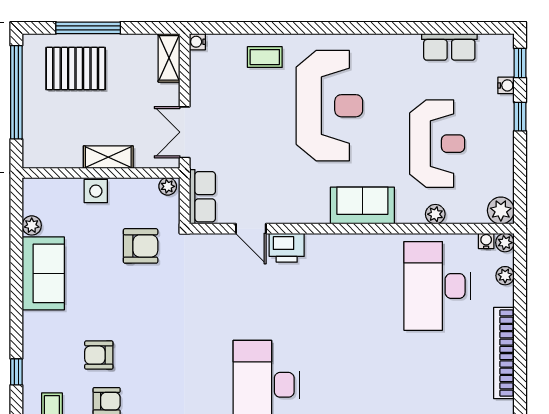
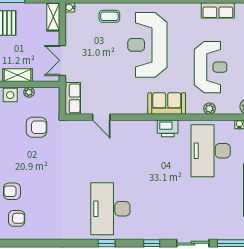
reception desk: (329, 106) -> (147, 45), turned 180
plant: (168, 186) -> (29, 92), moved
printer: (287, 248) -> (168, 128), moved

